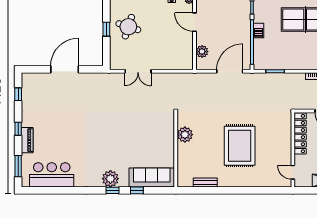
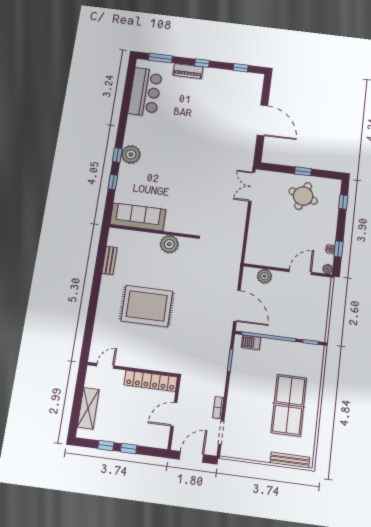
barbecue: (259, 30) -> (251, 342), moved
double door: (138, 71) -> (252, 187), moved
sofa: (152, 177) -> (138, 217), moved, turned -90

